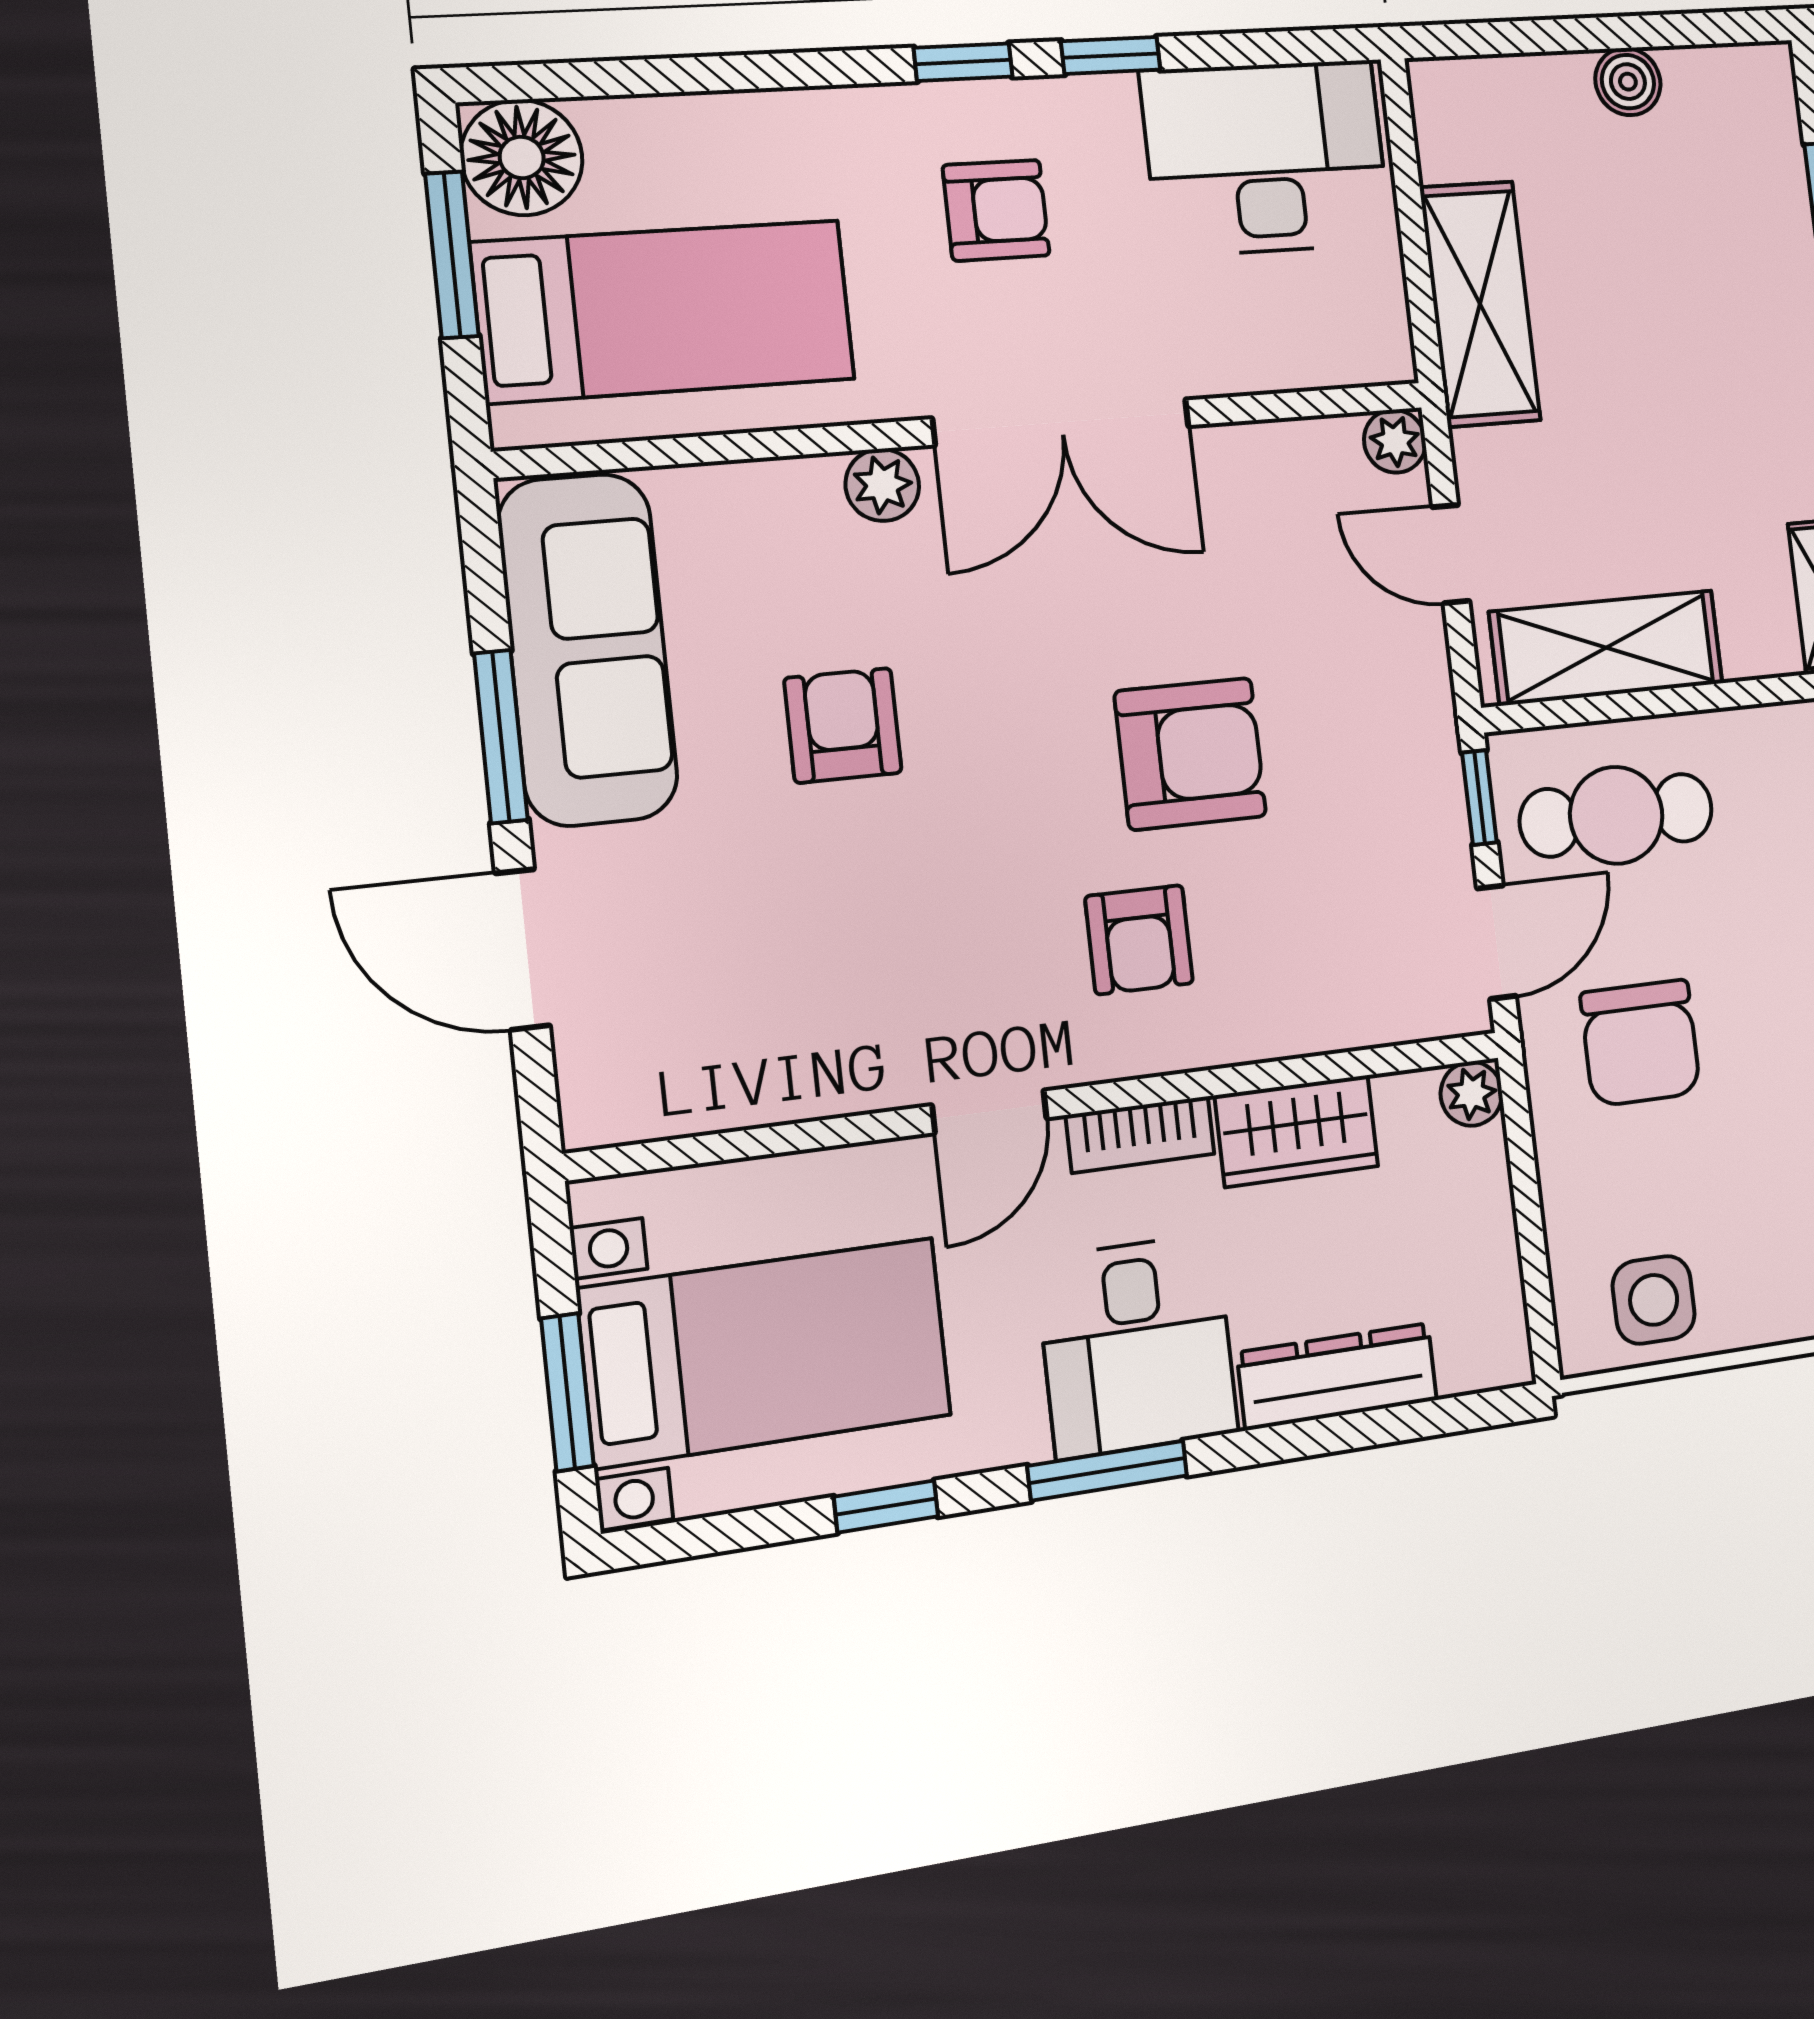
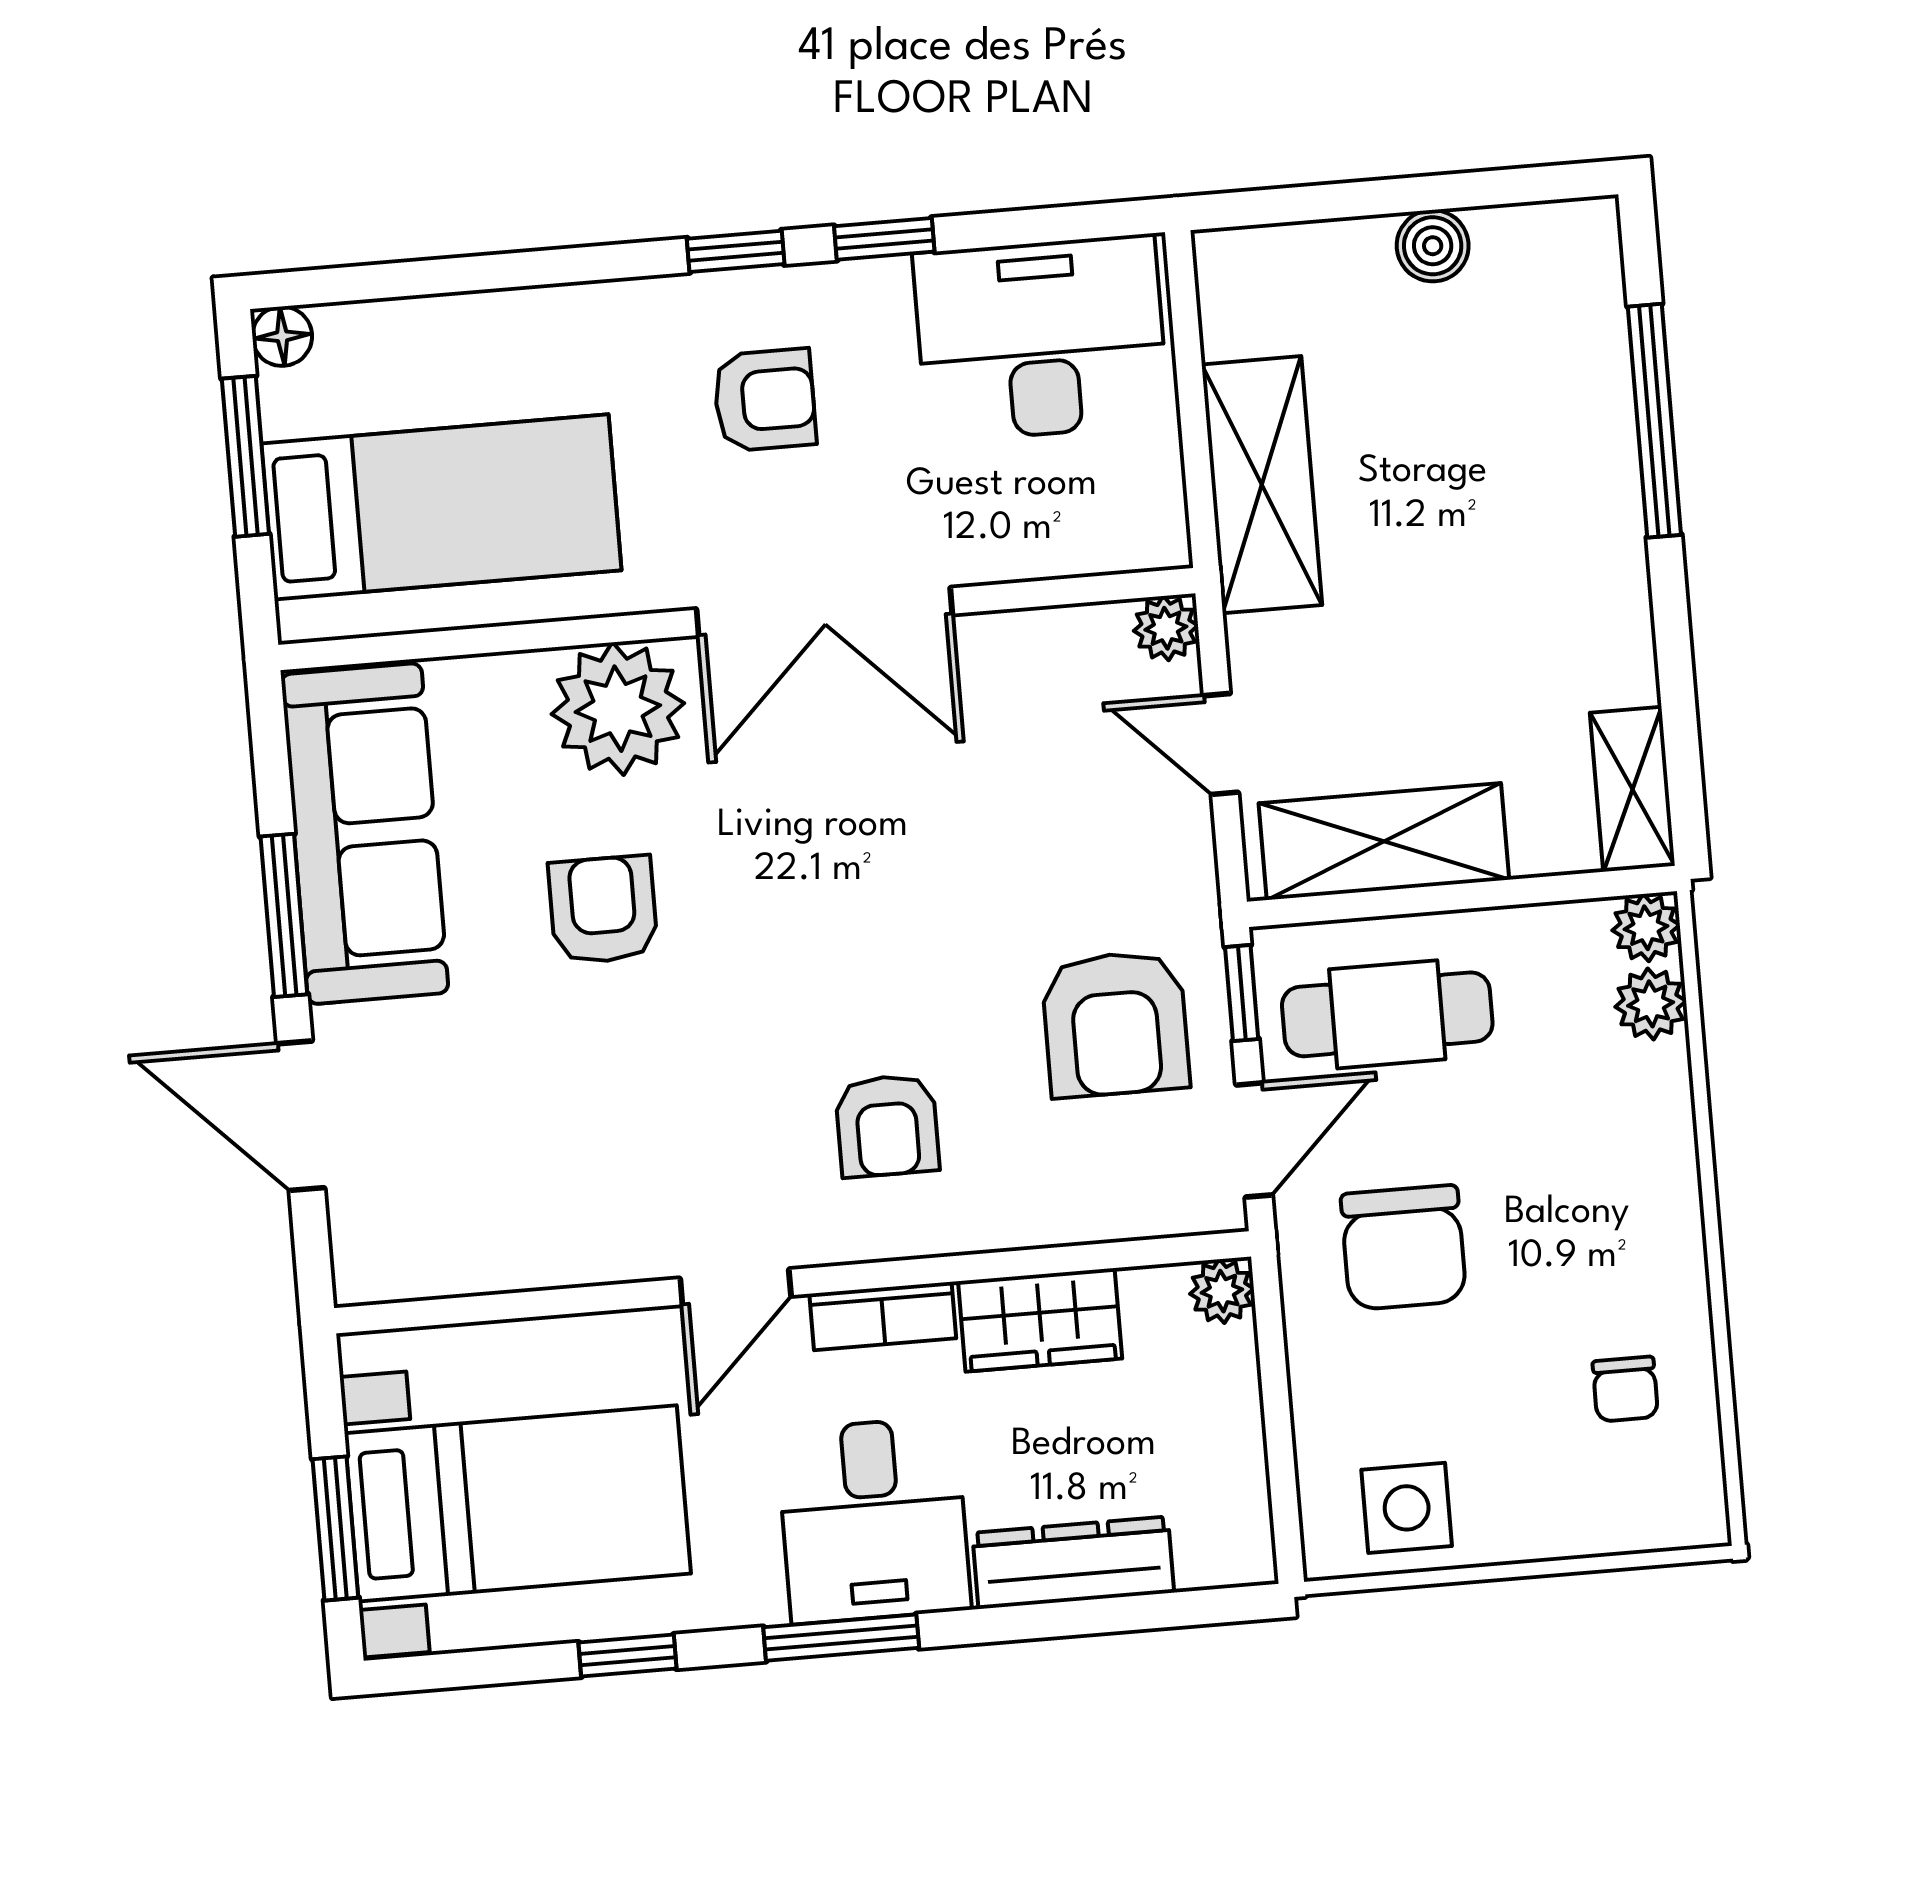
floor lamp: (522, 157) -> (282, 336), width x0.53, depth x0.53
plant: (882, 485) -> (618, 709), width x1.87, depth x1.87
armchair: (1190, 754) -> (1115, 1024), moved, turned 90

